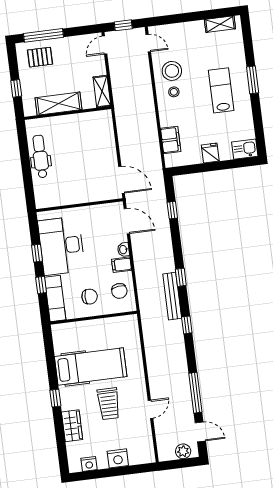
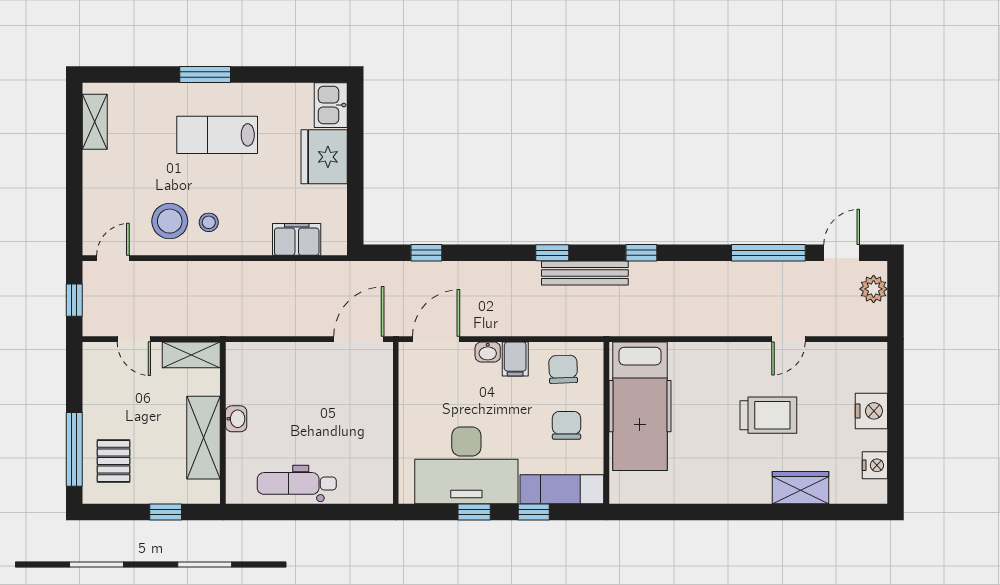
door: (105, 45) -> (134, 339), moved
washbasin: (71, 120) -> (236, 419), added
fridge: (210, 153) -> (324, 157), width x1.88, depth x1.34
chair: (119, 291) -> (563, 369), turned -85
hospital bed: (91, 367) -> (640, 406), moved, turned 180
window: (55, 398) -> (746, 512), removed
door: (151, 409) -> (788, 339), swing flipped

